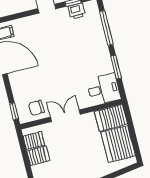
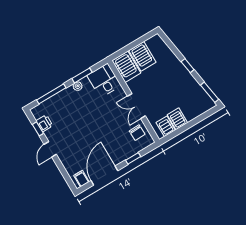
plant: (106, 59) -> (78, 86), added
window: (14, 111) -> (133, 158), moved
server rack: (118, 144) -> (142, 56), width x0.62

